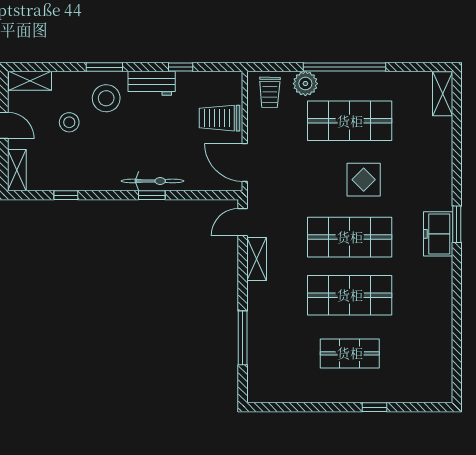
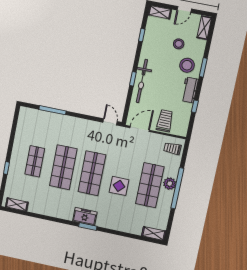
plant: (305, 84) -> (170, 184), moved
bicycle: (153, 181) -> (142, 81), width x1.37, depth x1.40
shelving: (257, 259) -> (17, 204), moved

